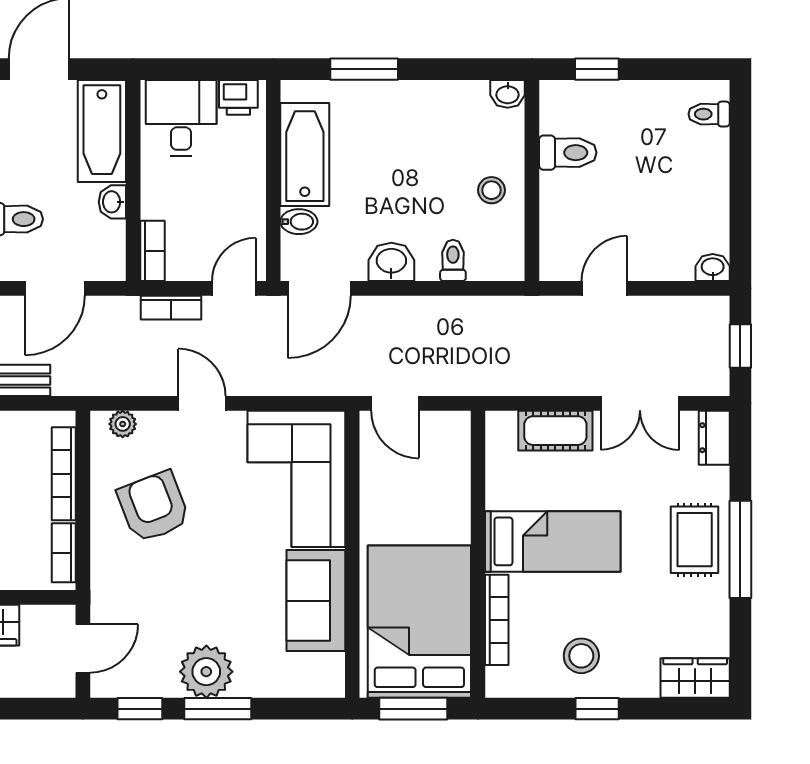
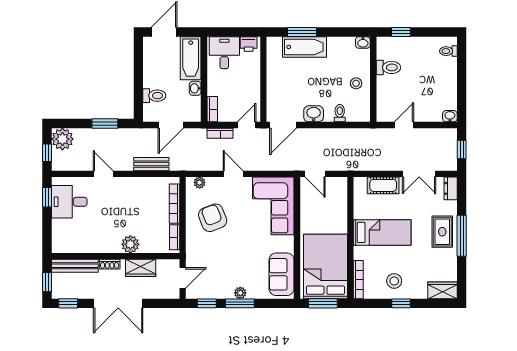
bathtub: (305, 155) -> (304, 47), moved, turned 90
bidet: (299, 222) -> (274, 97), removed
sofa: (316, 601) -> (282, 274), moved
bookcase: (497, 620) -> (358, 280), moved
plant: (206, 672) -> (240, 293), width x0.53, depth x0.53

